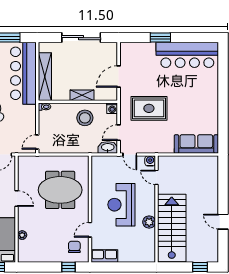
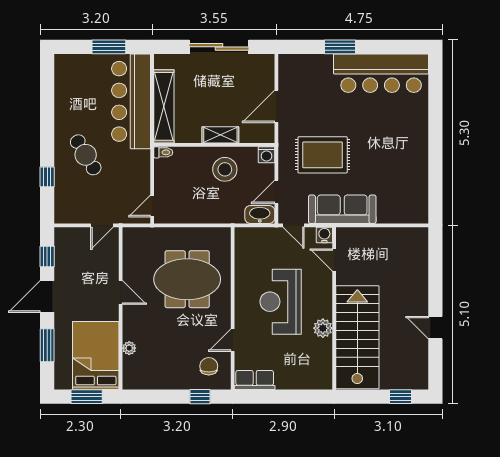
sofa: (196, 144) -> (342, 209), moved

